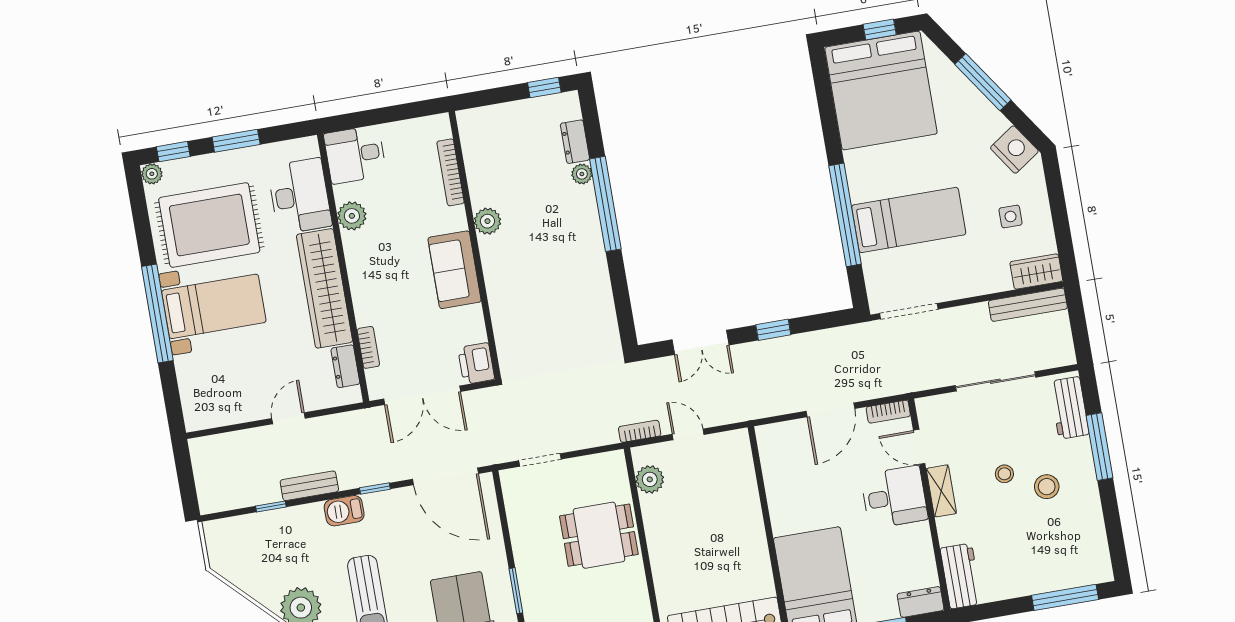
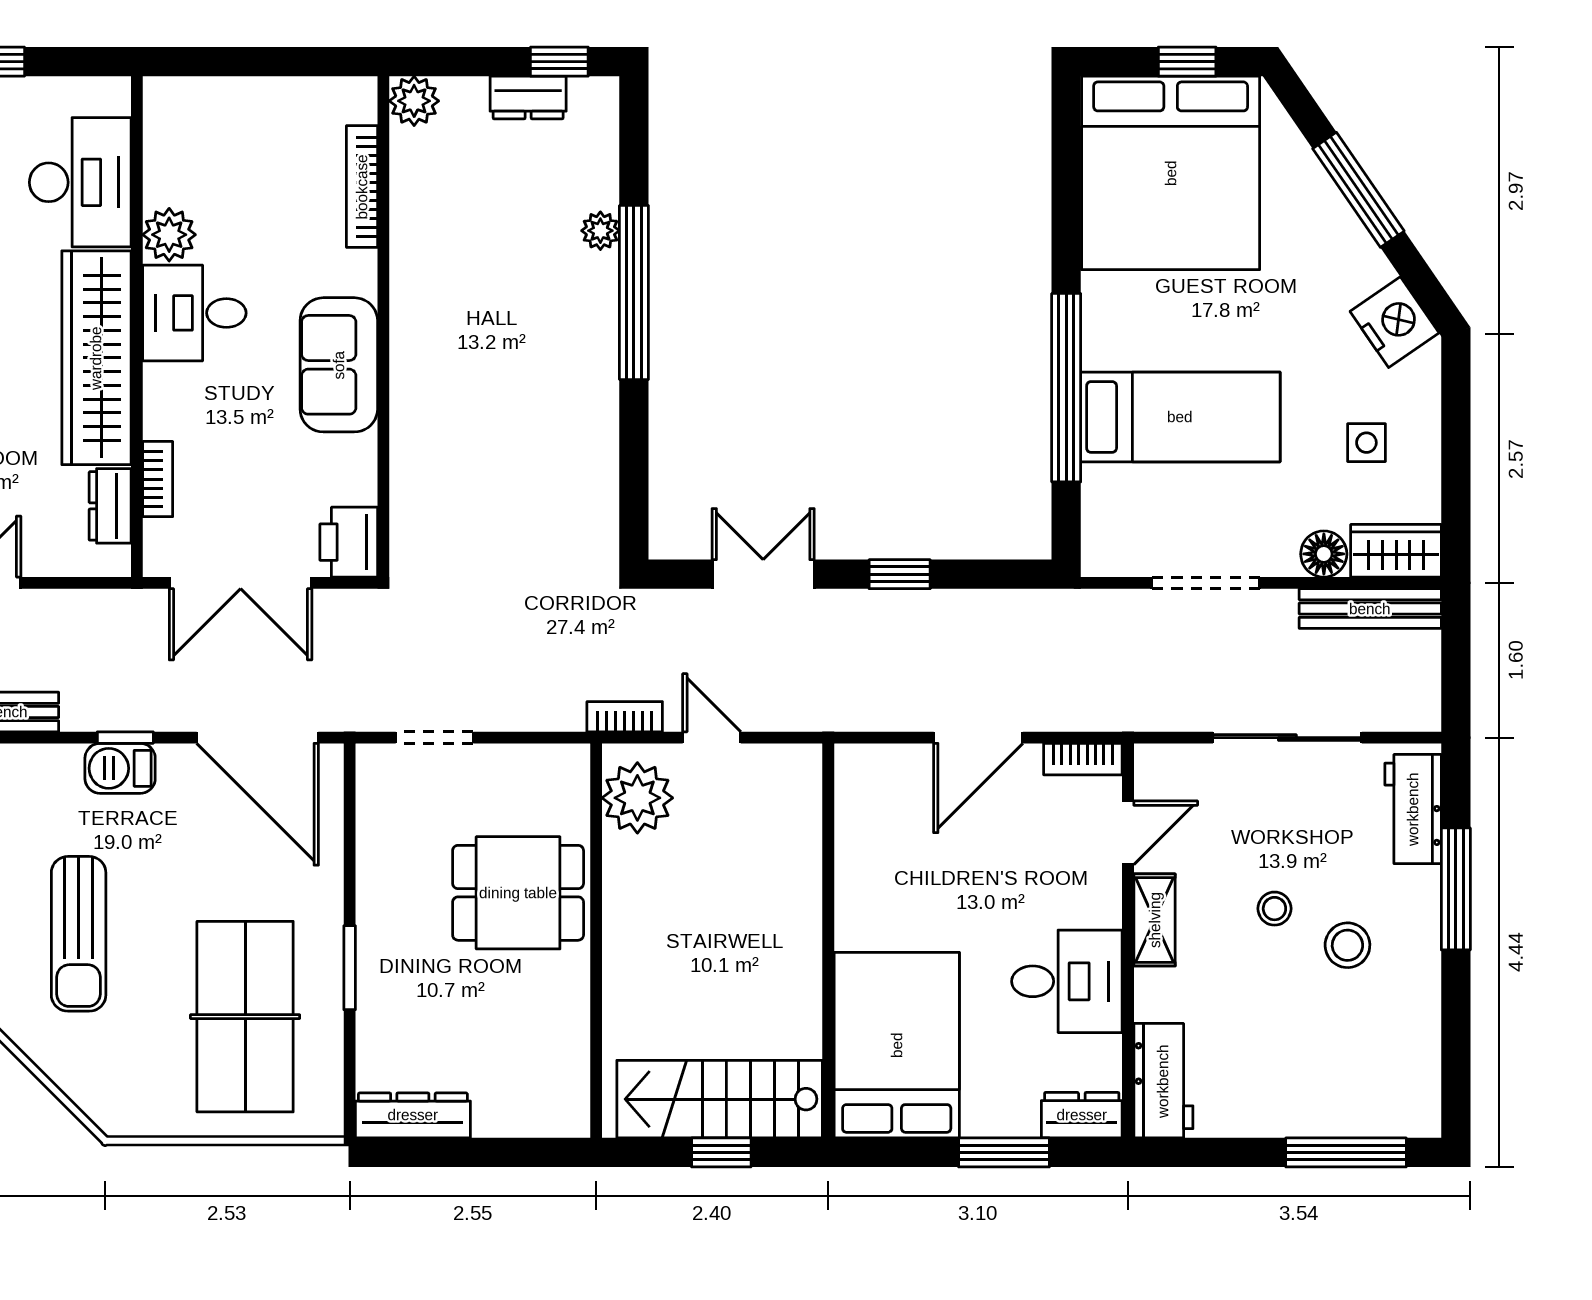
dresser: (575, 142) -> (528, 98), moved, turned -90
desk: (355, 154) -> (194, 313), moved
plant: (487, 221) -> (414, 101), moved
floor lamp: (998, 280) -> (1324, 554), added
doorway: (909, 311) -> (1206, 583), moved
double door: (700, 342) -> (763, 574), swing flipped
door: (919, 447) -> (1128, 833), swing flipped
plant: (650, 479) -> (637, 798), width x1.36, depth x1.36
desk: (894, 497) -> (1067, 981), moved
barbecue: (344, 511) -> (120, 768), moved

